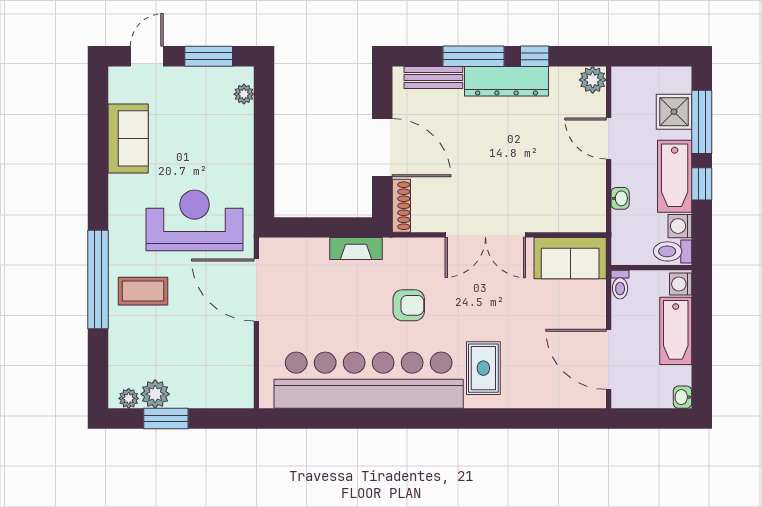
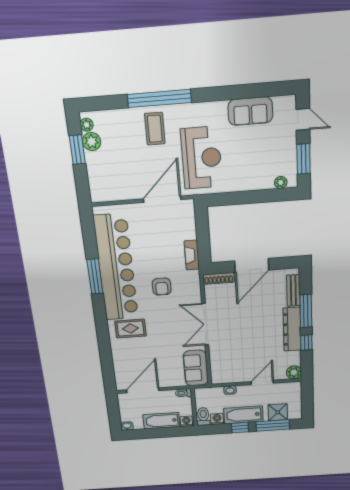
window: (382, 418) -> (95, 276), added

